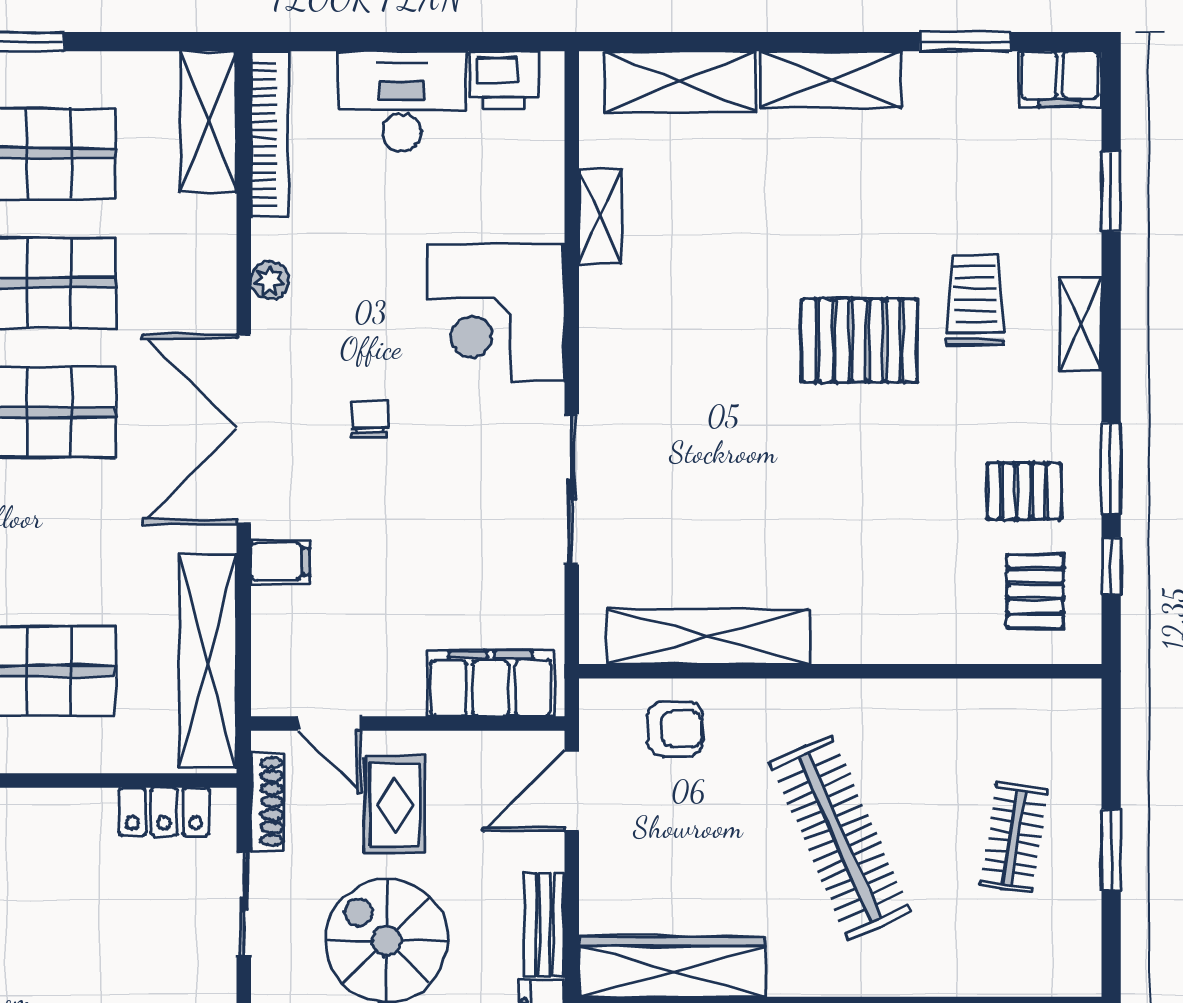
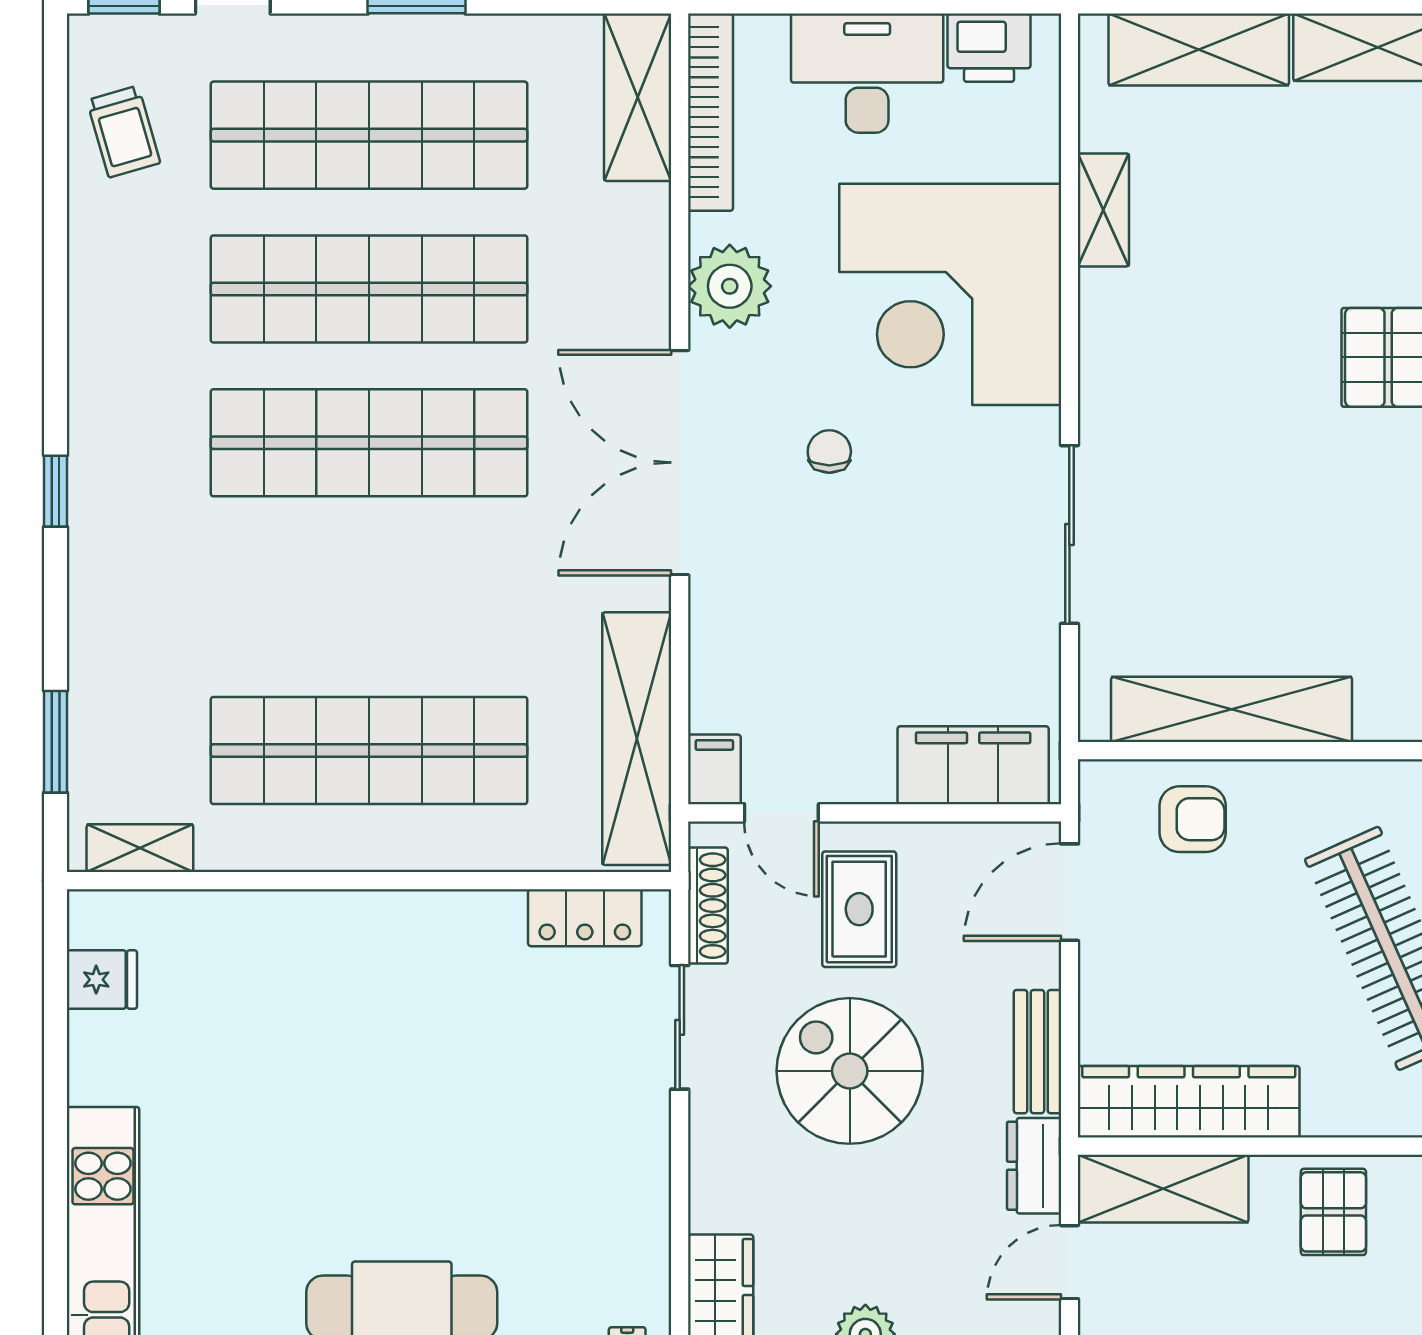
plant: (270, 281) -> (730, 286), width x1.88, depth x1.88
corner desk: (496, 312) -> (950, 294), width x1.36, depth x1.36
filing cabinet: (280, 562) -> (714, 769), moved, turned -90

